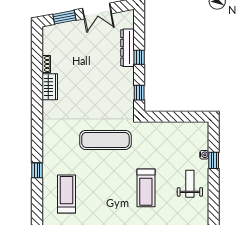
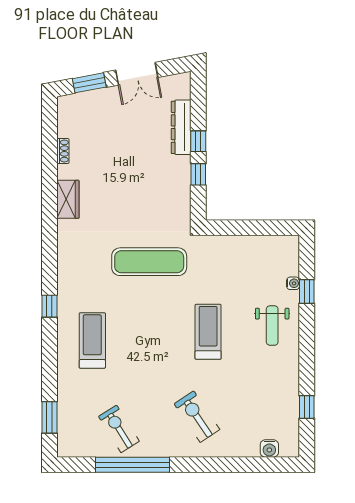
wardrobe: (50, 87) -> (68, 199), moved
window: (139, 93) -> (198, 174), moved
weight bench: (190, 184) -> (272, 326), turned 180
treadmill: (146, 188) -> (208, 332), turned 180

